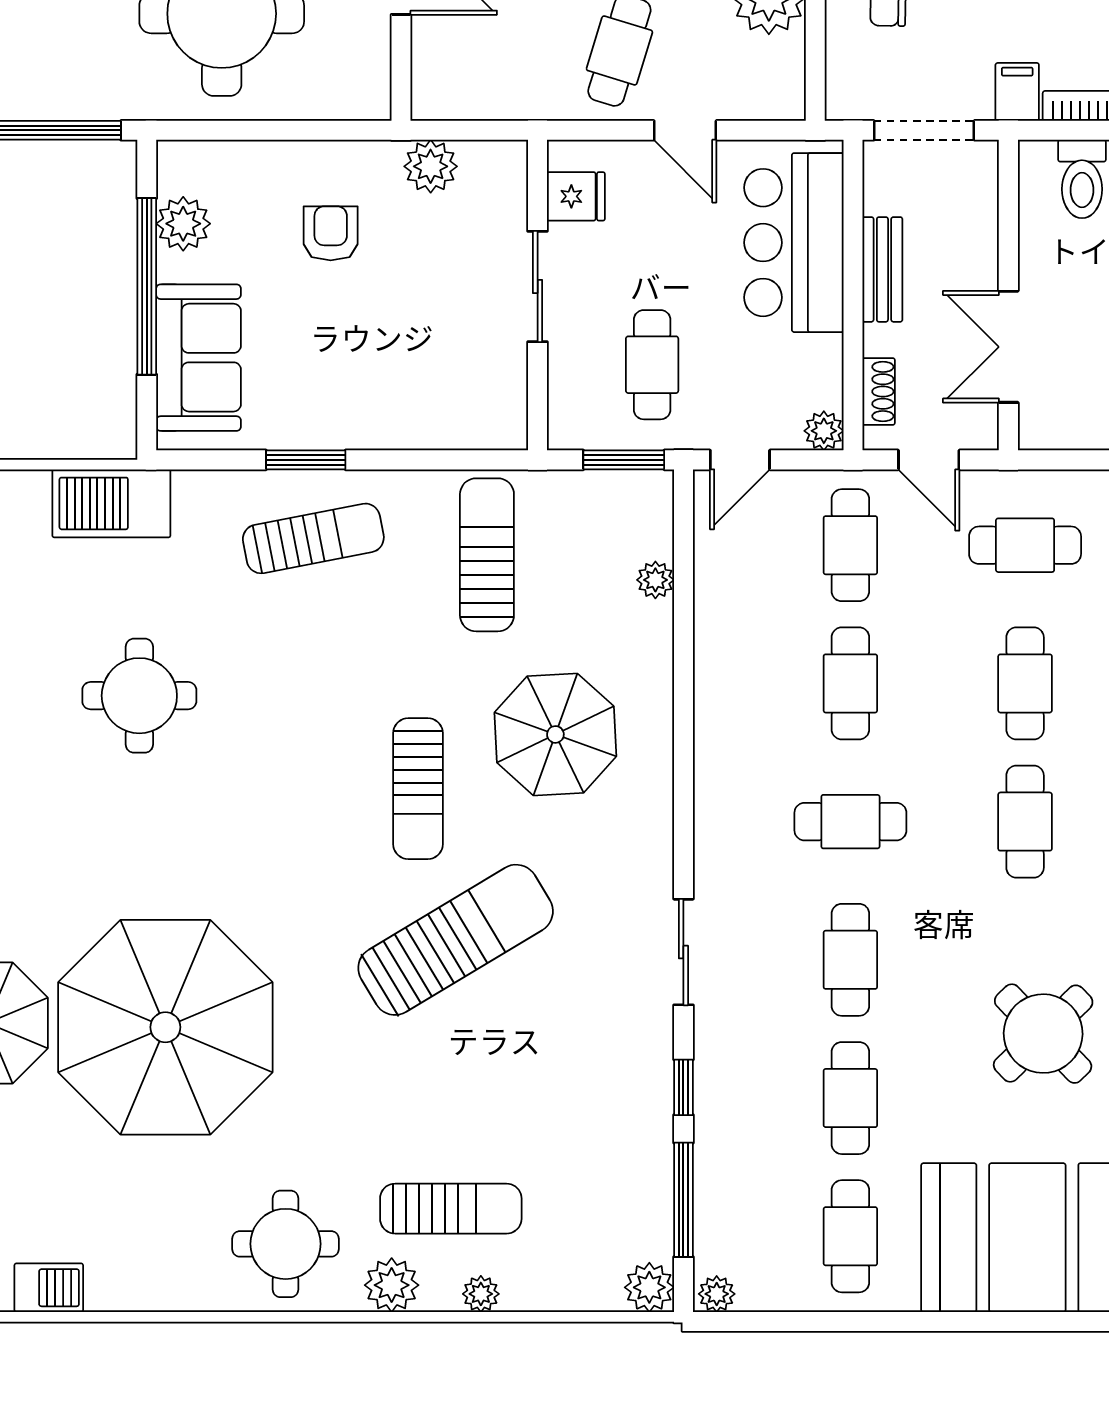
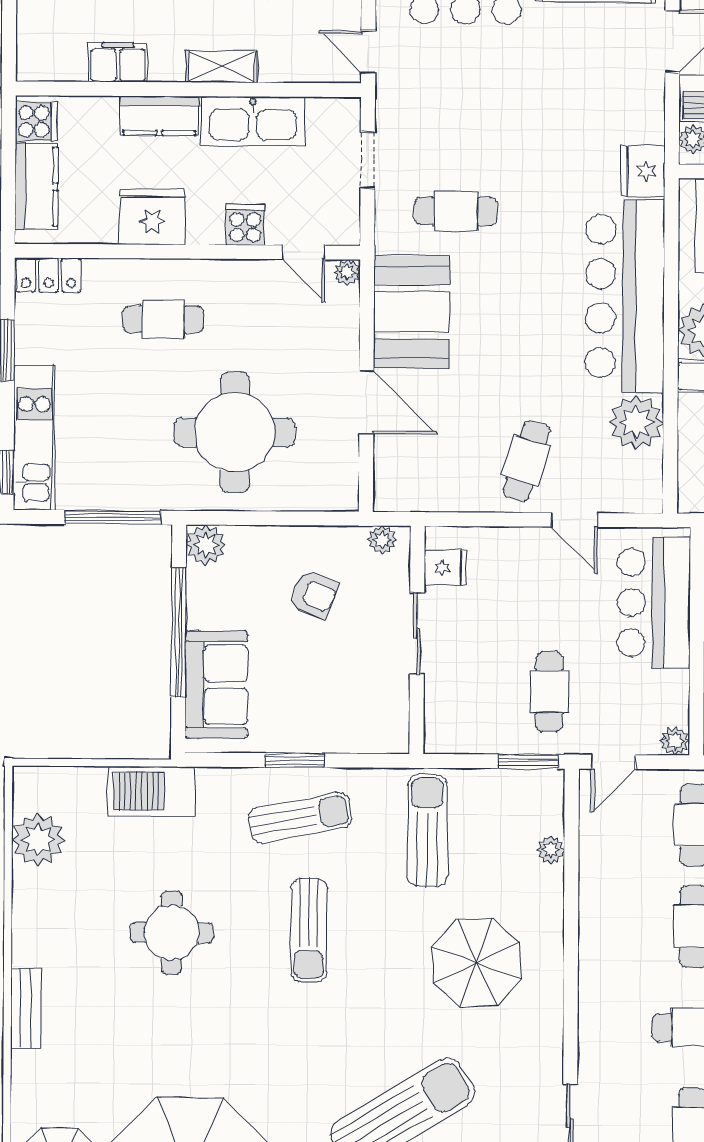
plant: (431, 166) -> (382, 540), width x0.73, depth x0.73
fridge: (576, 196) -> (446, 568), moved
plant: (183, 224) -> (206, 545), moved
armchair: (331, 233) -> (314, 594), turned 112
sliding door: (538, 287) -> (417, 634), moved
wall: (538, 295) -> (417, 640), moved
sun lounger: (418, 789) -> (309, 930), moved

